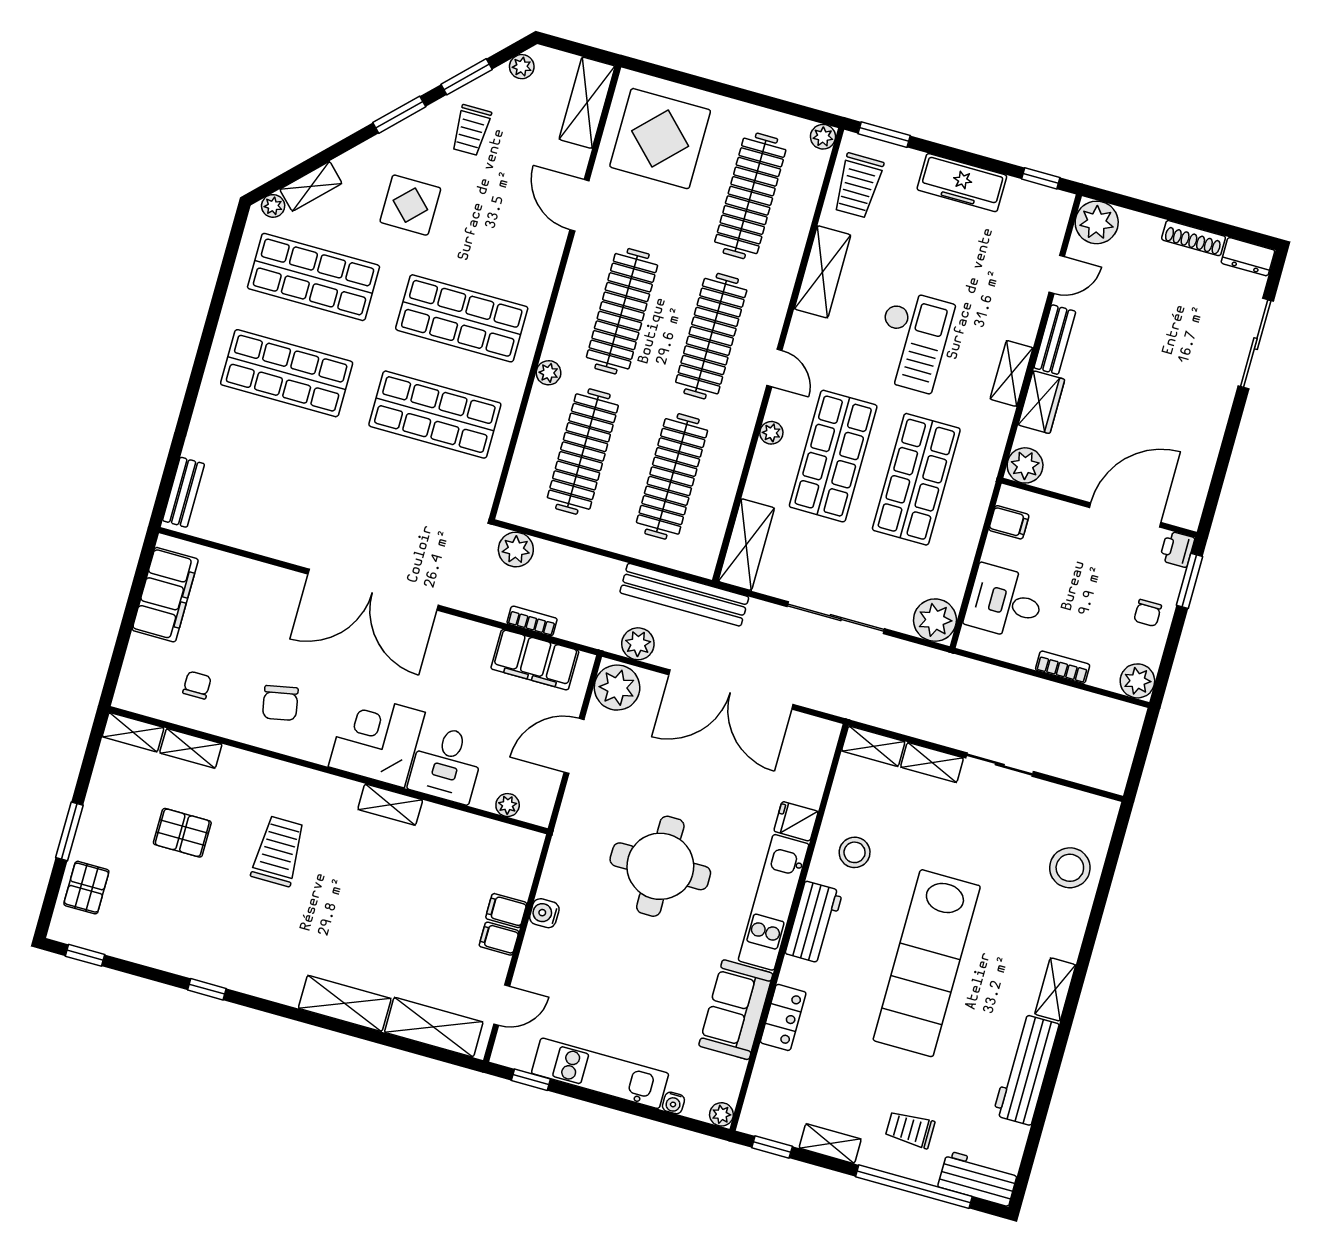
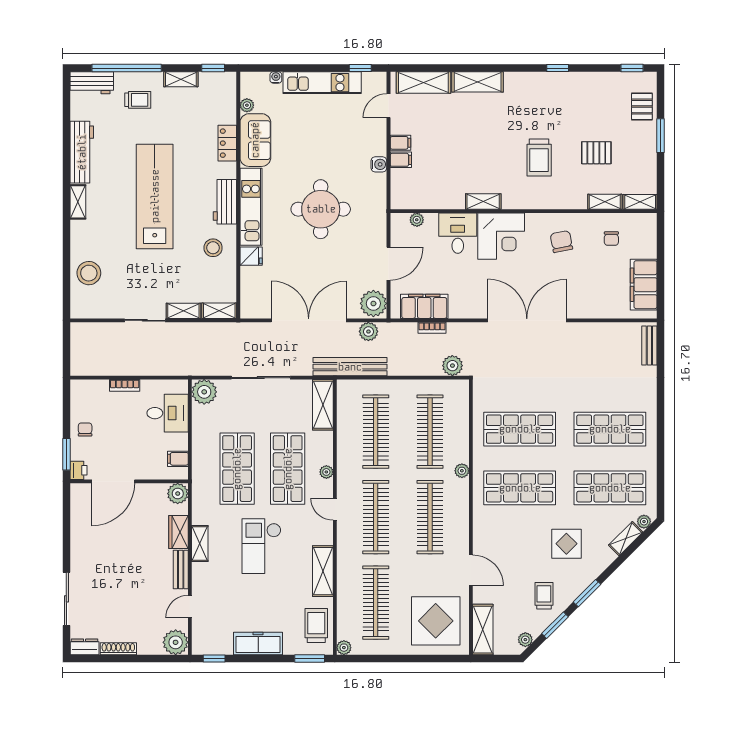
plant: (1137, 681) -> (80, 389), removed
plant: (721, 1114) -> (247, 105), moved

